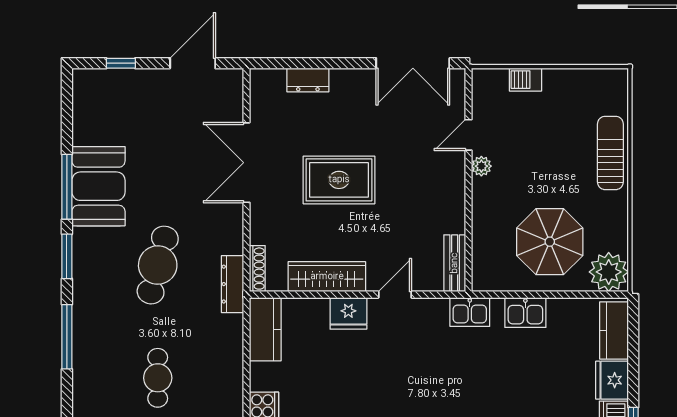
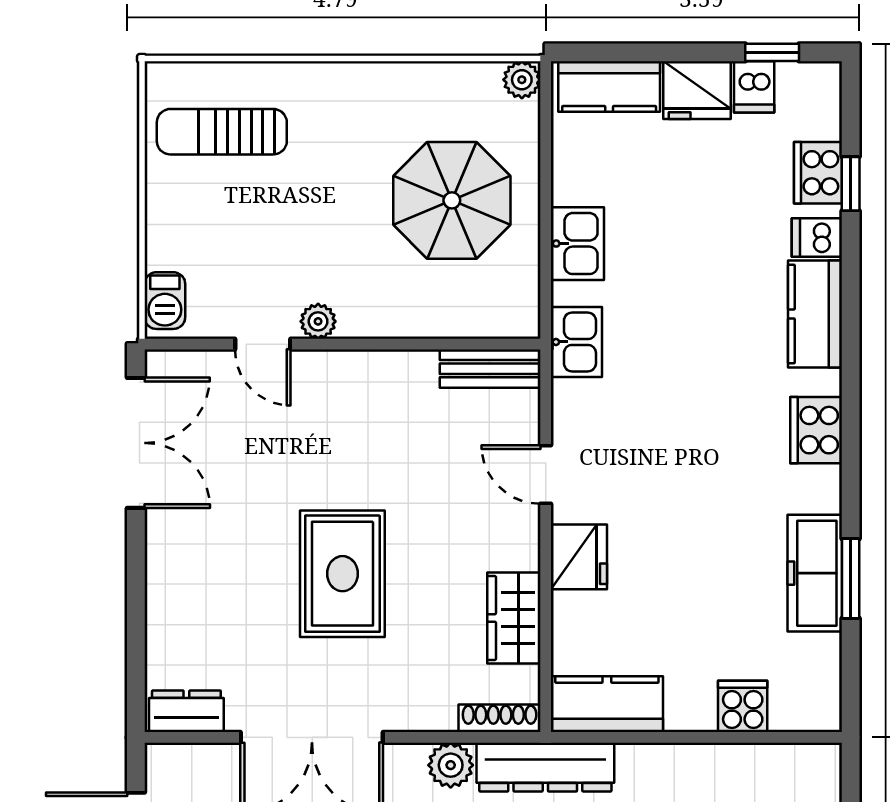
dresser: (308, 80) -> (186, 711), moved, turned -90
barbecue: (525, 80) -> (165, 301), moved
sun lounger: (610, 153) -> (222, 132), moved
plant: (231, 241) -> (451, 765), added
plant: (609, 272) -> (522, 80), width x0.53, depth x0.53
wardrobe: (327, 277) -> (514, 618), width x0.67
dresser: (232, 284) -> (545, 767), width x1.37, depth x1.24

